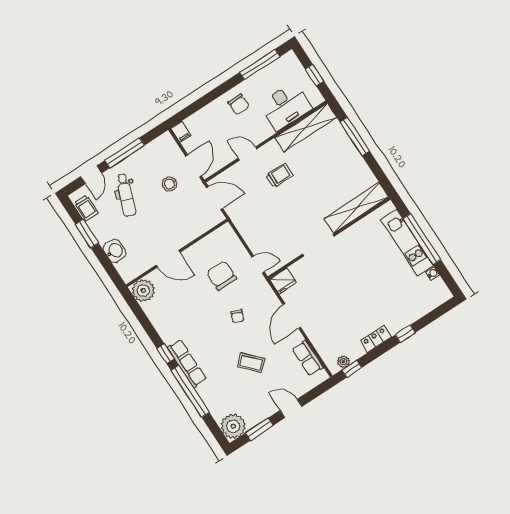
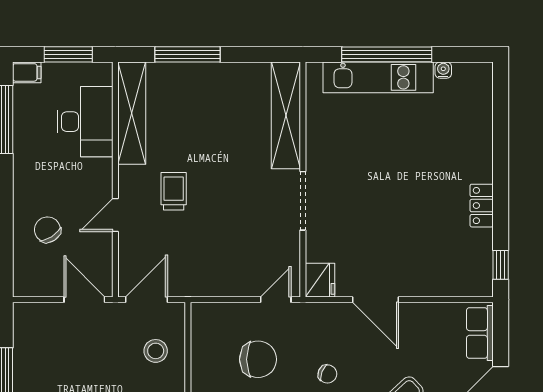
window: (315, 75) -> (68, 54), width x1.50
chair: (239, 104) -> (47, 230), moved, turned -123
filing cabinet: (181, 132) -> (27, 72), moved
stool: (169, 184) -> (156, 351), moved
chair: (221, 276) -> (258, 359), turned 180
window: (405, 334) -> (501, 161), removed
row of seats: (308, 358) -> (480, 333), moved, turned 90
plant: (343, 362) -> (484, 270), removed

